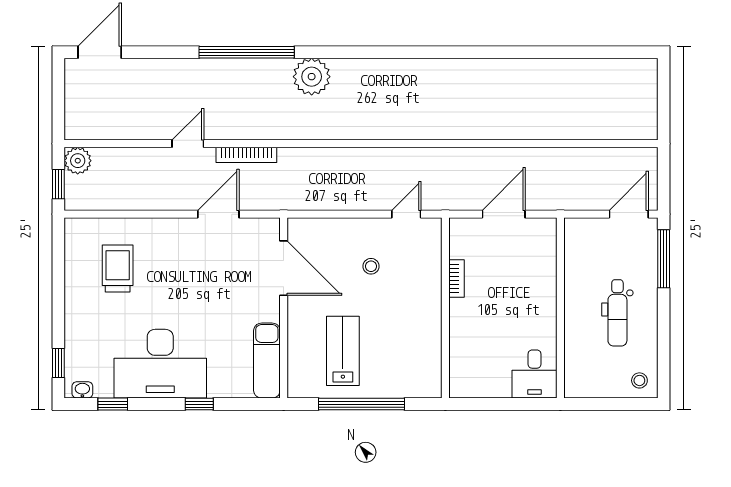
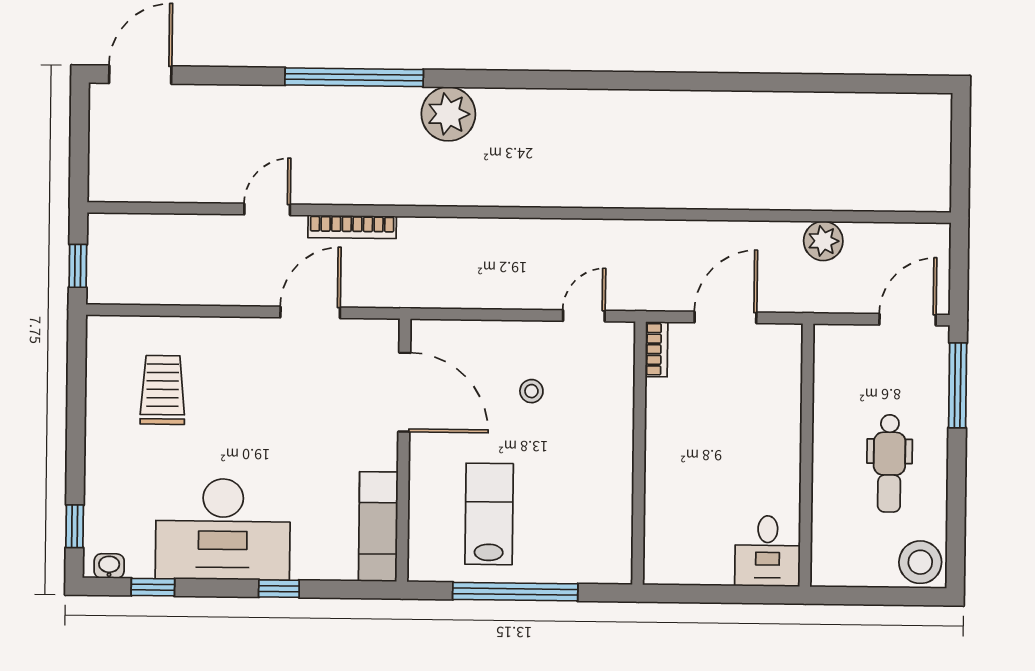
plant: (78, 161) -> (823, 241), moved
bookcase: (457, 278) -> (657, 349), moved
stool: (639, 380) -> (920, 562), width x1.89, depth x1.89

